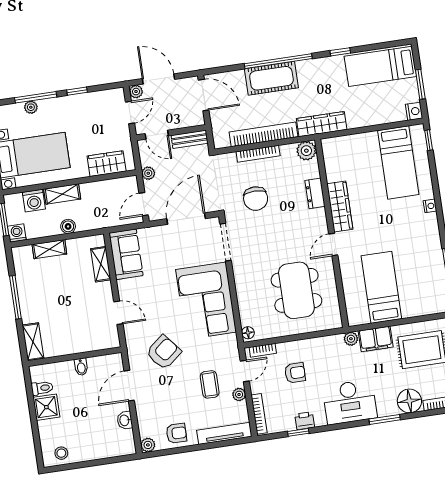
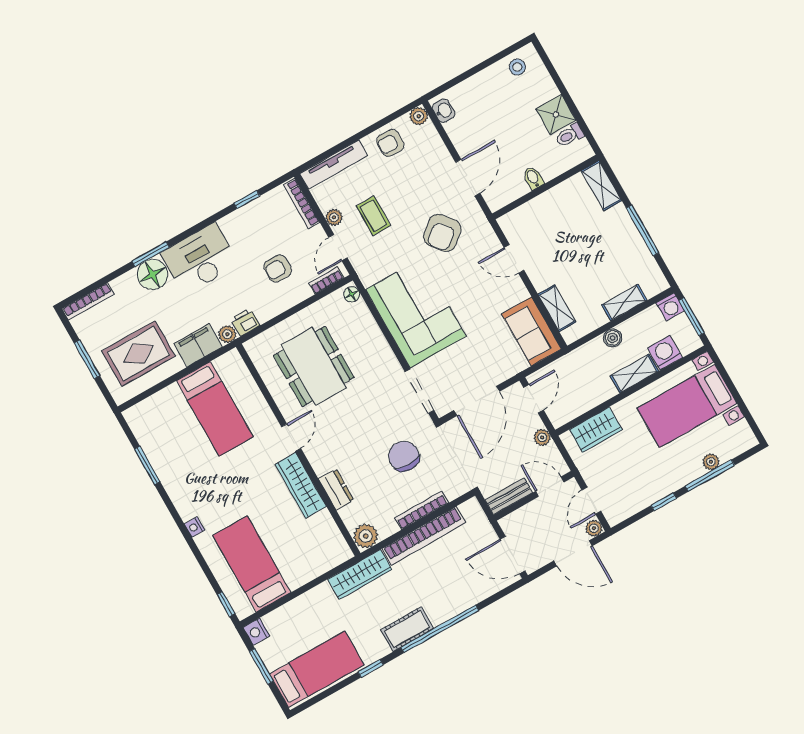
cot: (271, 78) -> (407, 629), moved, width x0.73, depth x0.75
floor lamp: (409, 401) -> (152, 274), moved
washbasin: (125, 420) -> (444, 111), moved
printer: (305, 421) -> (245, 322), moved, turned 180

